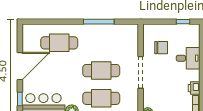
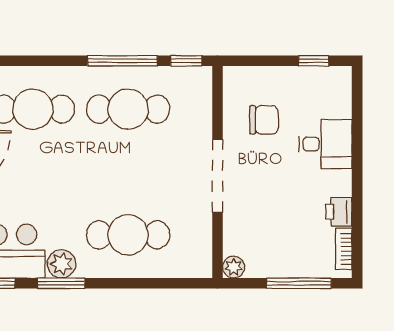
window: (127, 22) -> (186, 61), added
cafe table: (101, 71) -> (128, 109), moved

